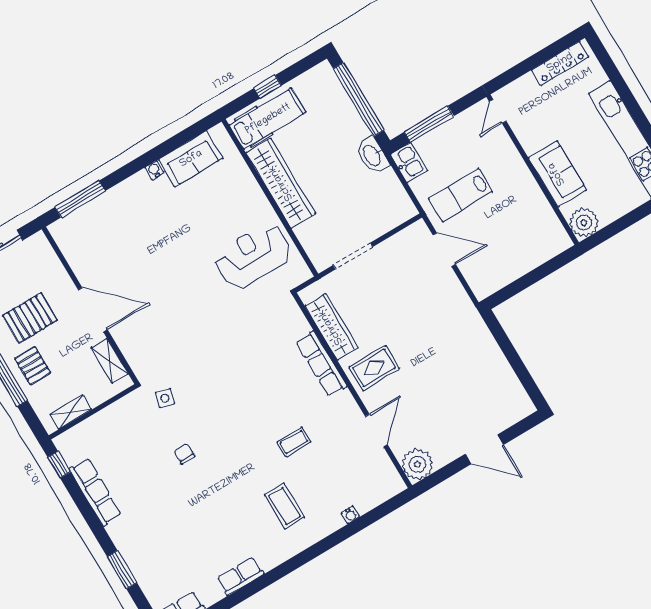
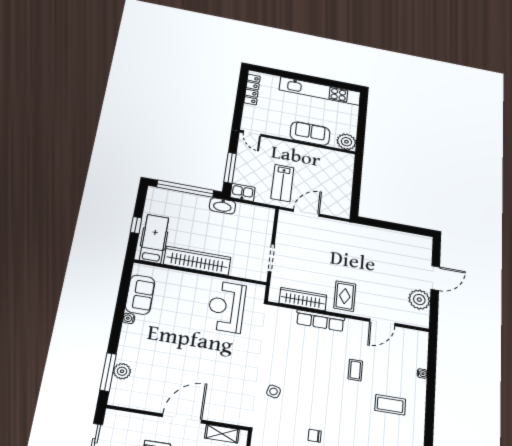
plant: (92, 212) -> (122, 371), added
side table: (165, 398) -> (274, 391), moved
door: (376, 430) -> (382, 322), swing flipped
plant: (417, 464) -> (419, 300), moved

